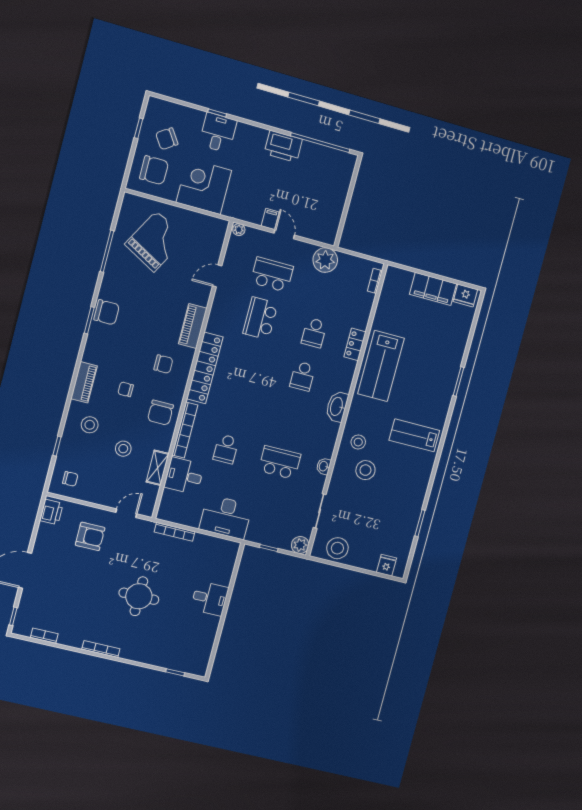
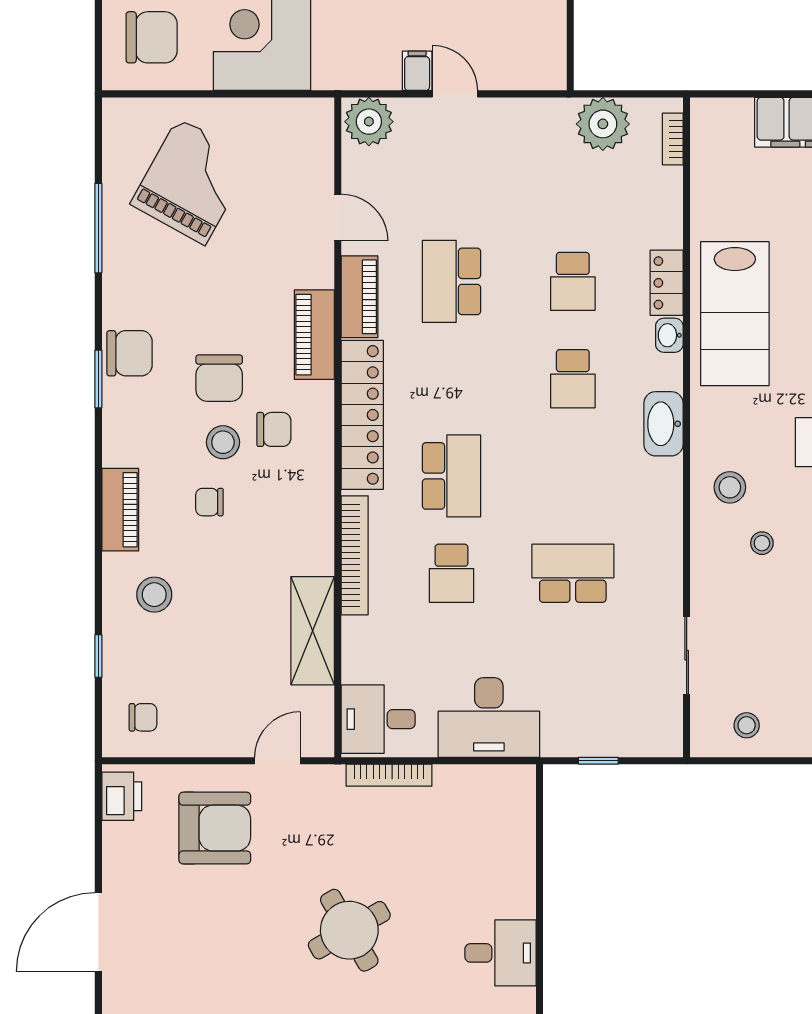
plant: (239, 230) -> (369, 122), width x1.88, depth x1.88
plant: (325, 260) -> (603, 124), moved
school desk: (272, 275) -> (451, 476), moved, turned 90
door: (217, 276) -> (338, 218), swing flipped
piano: (218, 314) -> (359, 297), added
chair: (160, 413) -> (219, 378), moved
stool: (123, 449) -> (223, 442), moved
washbasin: (324, 466) -> (669, 335), moved
shelving: (158, 468) -> (313, 631), width x1.50, depth x1.33
stool: (365, 470) -> (762, 543), width x0.53, depth x0.53
desk: (184, 476) -> (378, 719), moved
armchair: (90, 536) -> (215, 828), width x1.36, depth x1.36
plant: (300, 545) -> (664, 738), removed
stool: (337, 548) -> (747, 725), width x0.53, depth x0.53
round table: (139, 596) -> (349, 930), turned -30
desk: (210, 598) -> (500, 953), moved

